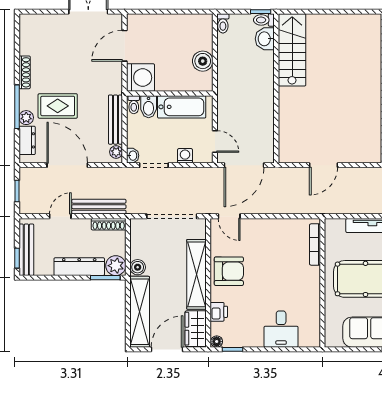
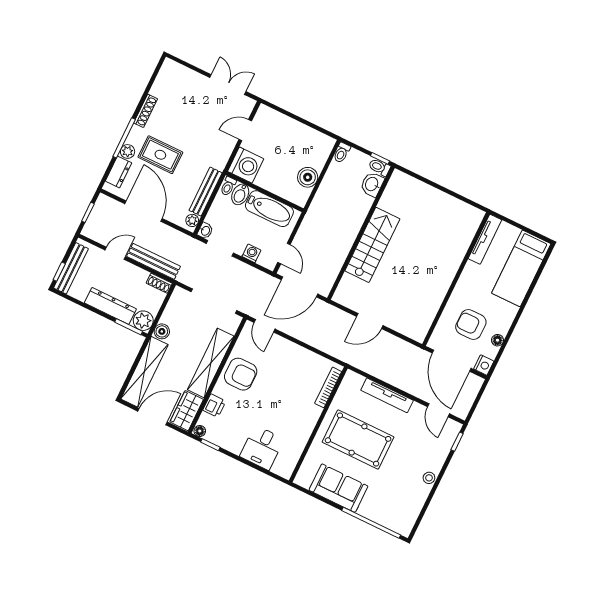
door: (124, 46) -> (245, 130), width x0.73
stairs: (292, 50) -> (372, 245), moved
shoe rack: (109, 224) -> (159, 283), width x0.70

